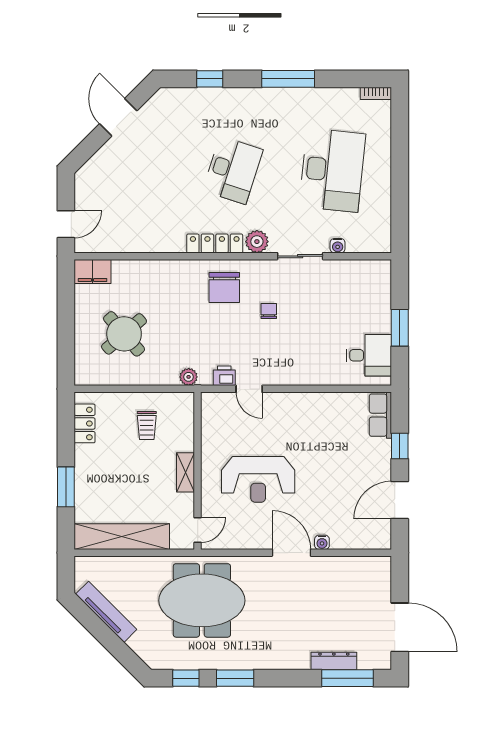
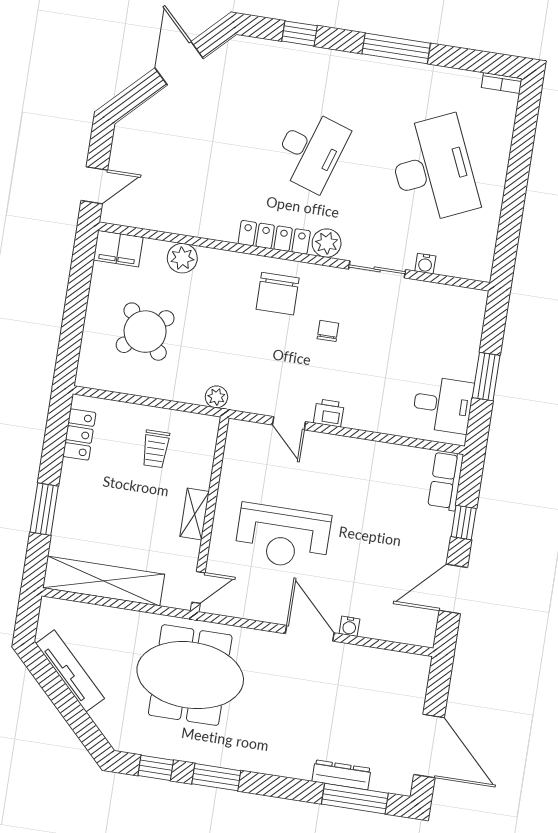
desk: (332, 170) -> (433, 169), turned -30
plant: (144, 271) -> (182, 258), added
printer: (224, 376) -> (329, 413), moved

